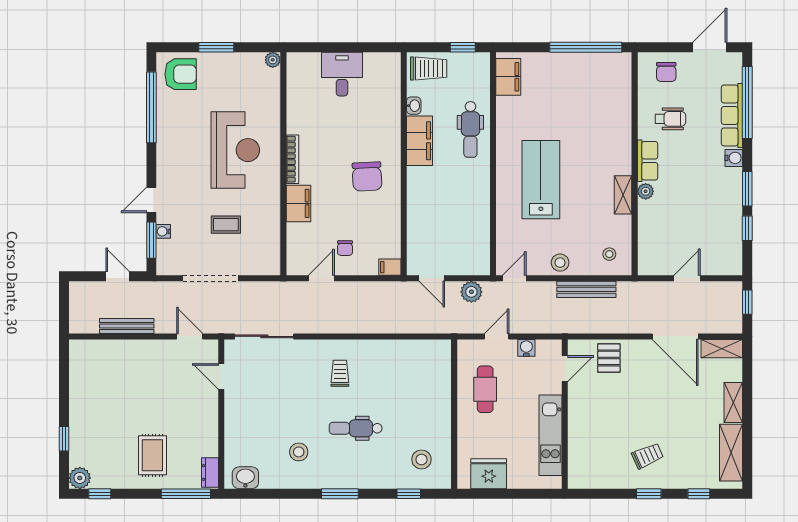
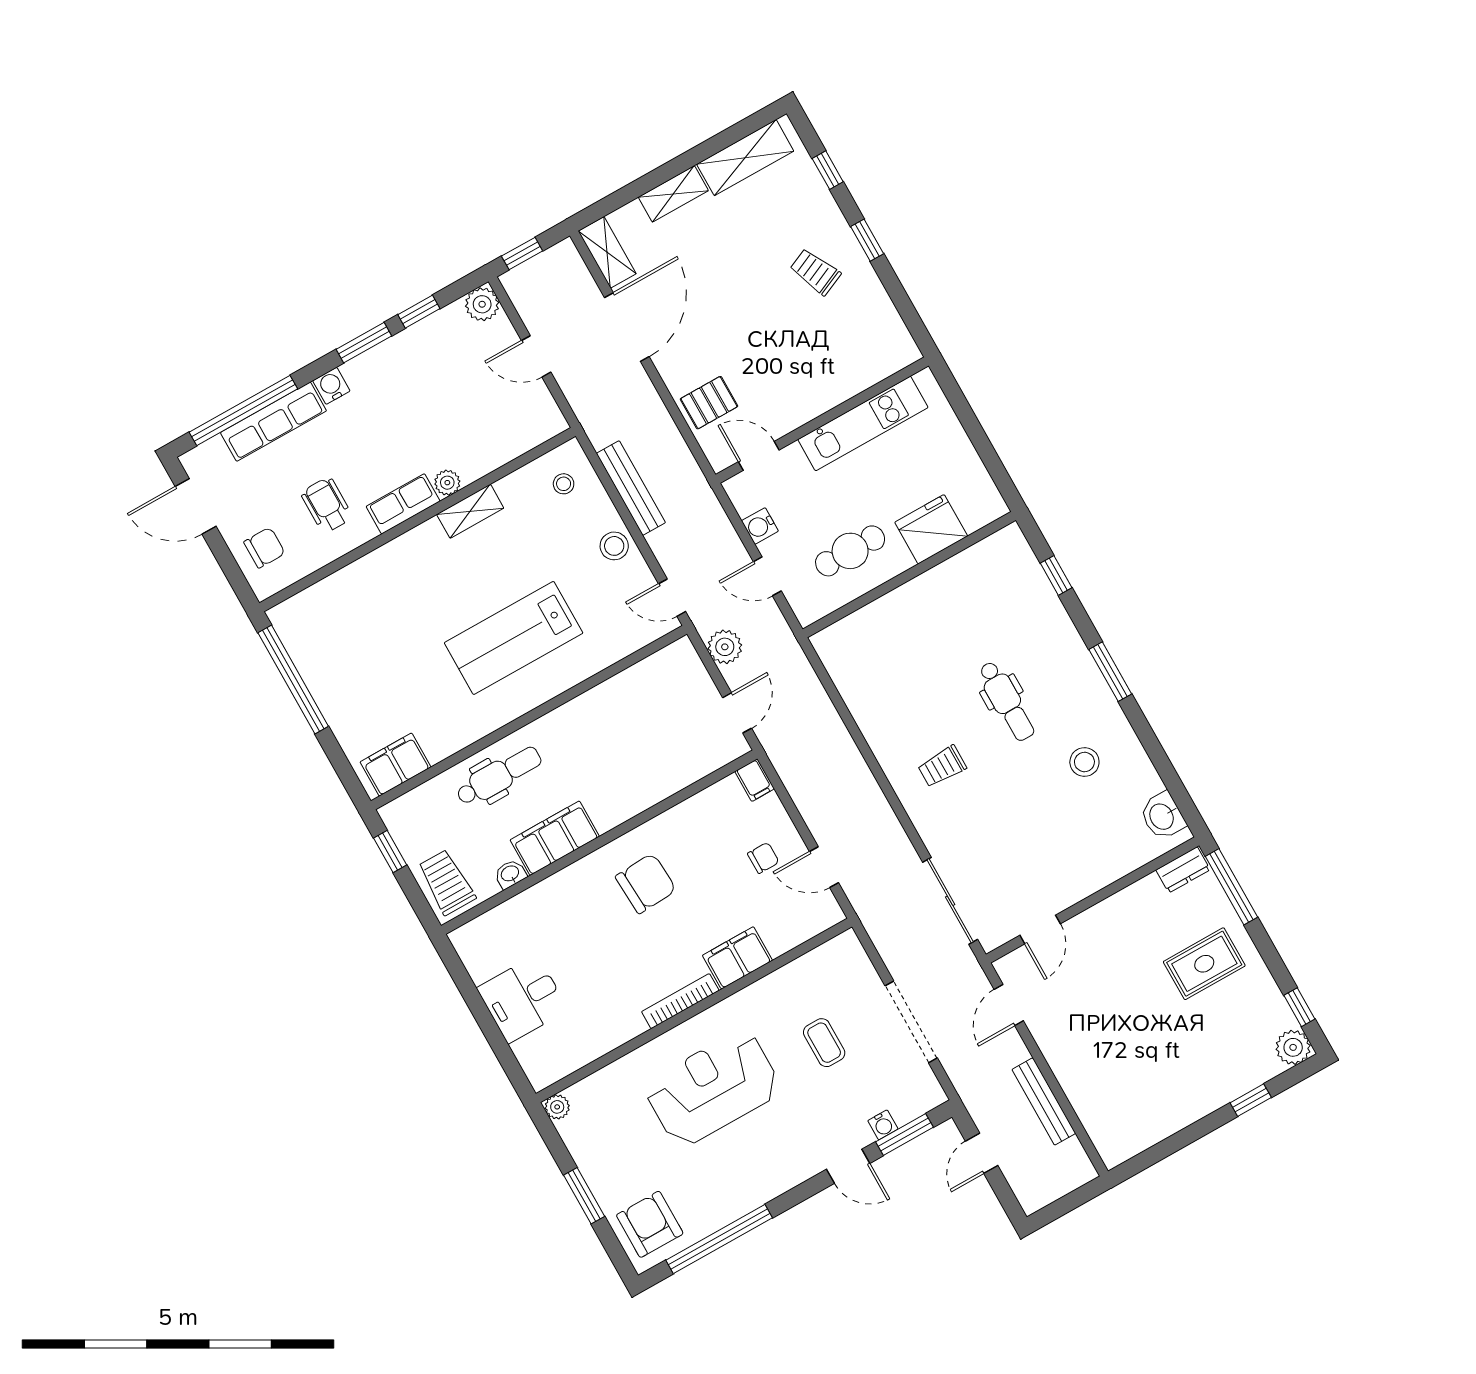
plant: (732, 265) -> (482, 304), added
stool: (421, 459) -> (998, 585), removed
fridge: (489, 474) -> (931, 529), moved, turned 90

